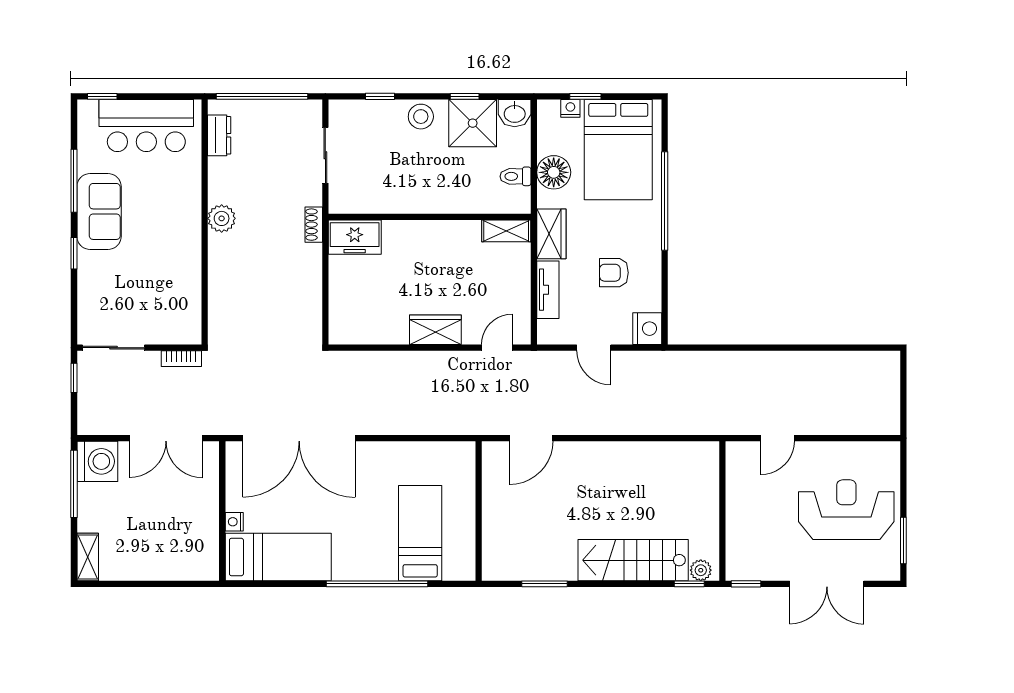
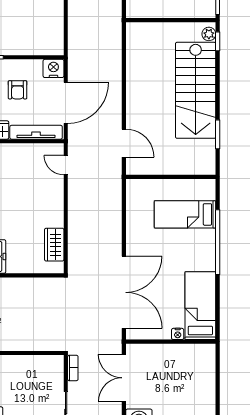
tv unit: (548, 290) -> (36, 132), width x1.41
wardrobe: (435, 330) -> (54, 245), moved
door: (594, 348) -> (66, 103), width x1.88
double door: (166, 438) -> (124, 378), swing flipped
stairs: (633, 560) -> (196, 90), width x1.36, depth x1.51

